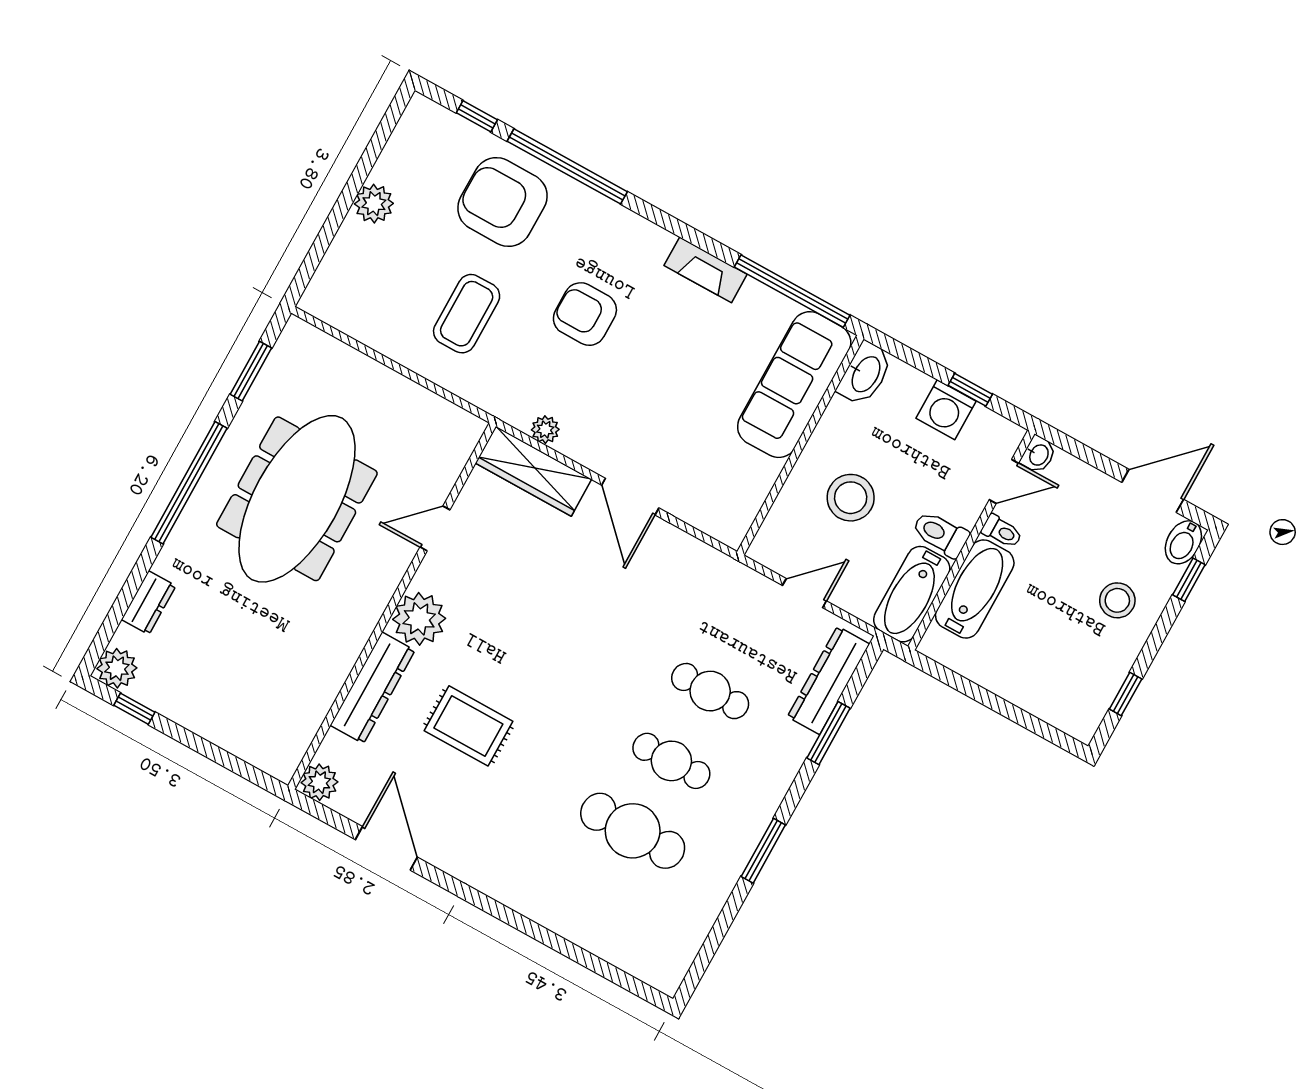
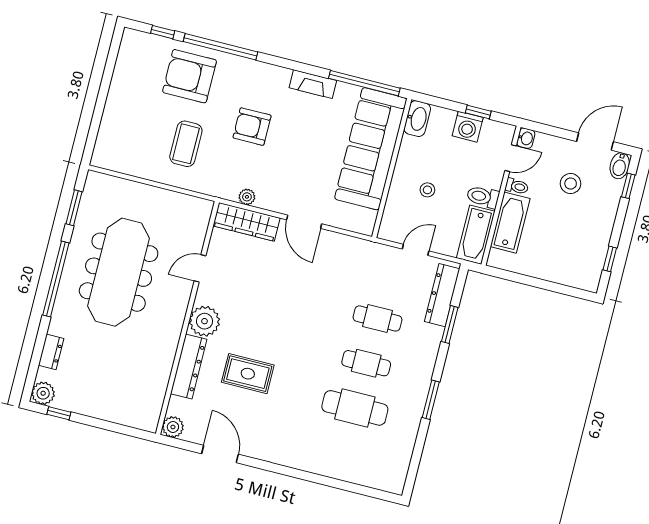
plant: (374, 204) -> (118, 96), removed
sofa: (794, 385) -> (371, 149), width x1.36, depth x1.27
stool: (851, 498) -> (427, 190), width x0.53, depth x0.53
stool: (1117, 600) -> (571, 184), moved

